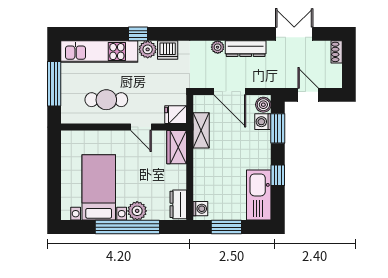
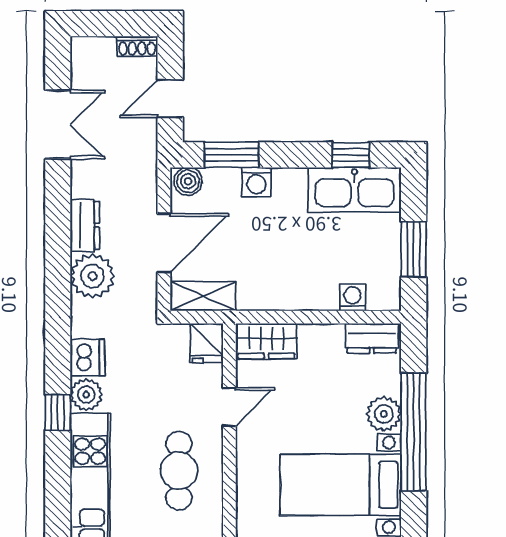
double door: (294, 34) -> (58, 124), swing flipped
plant: (218, 47) -> (92, 276), width x1.88, depth x1.88
dresser: (246, 49) -> (85, 225), width x0.70
shoe rack: (337, 52) -> (137, 46), moved
washing machine: (263, 122) -> (256, 182), moved
shelving: (201, 130) -> (203, 296), moved
window: (278, 175) -> (351, 155), moved
washing machine: (200, 209) -> (353, 297), moved

